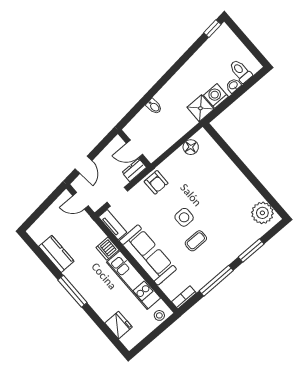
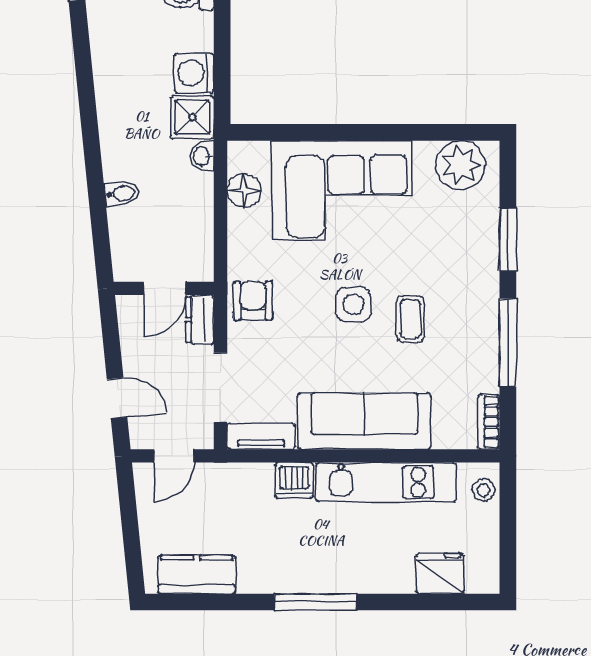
washbasin: (233, 85) -> (202, 156), moved
corner sofa: (219, 180) -> (342, 190), added
armchair: (156, 182) -> (253, 301), turned -90
doorway: (117, 197) -> (221, 388), width x1.38
kitchen counter: (56, 254) -> (197, 575), moved

